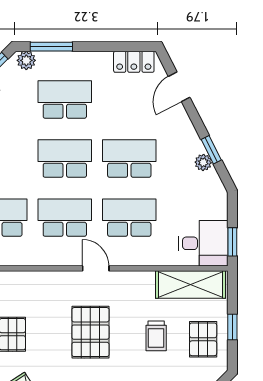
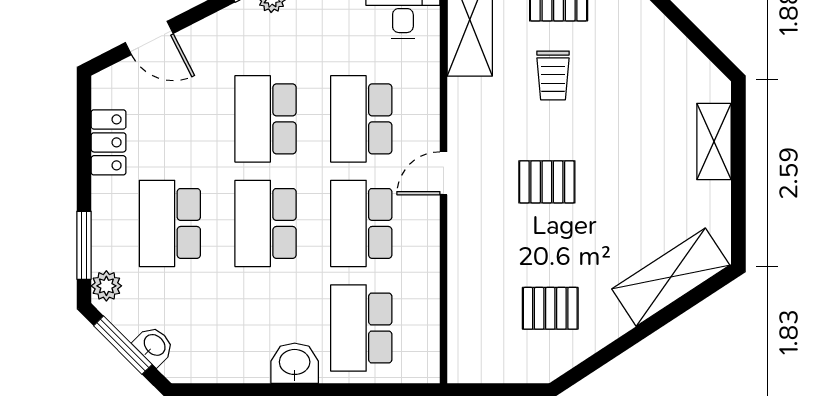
locker: (134, 62) -> (109, 142), moved
pallet: (90, 332) -> (547, 182), width x0.67, depth x0.71
trolley: (156, 336) -> (553, 75), turned 90

